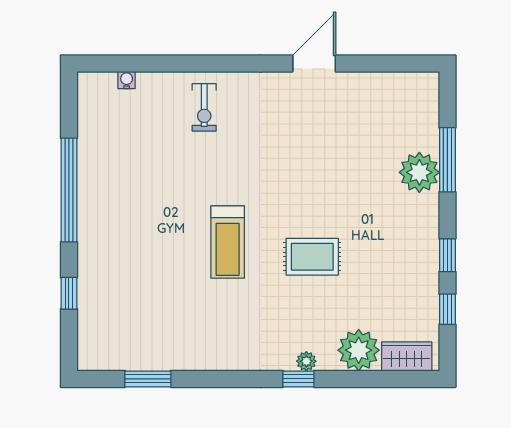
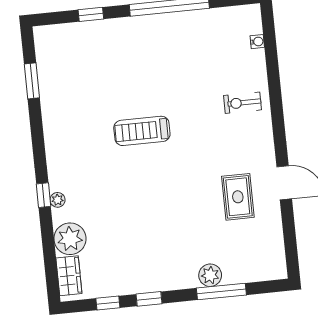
plant: (419, 172) -> (210, 275), width x0.73, depth x0.73
rug: (312, 257) -> (238, 197), moved

